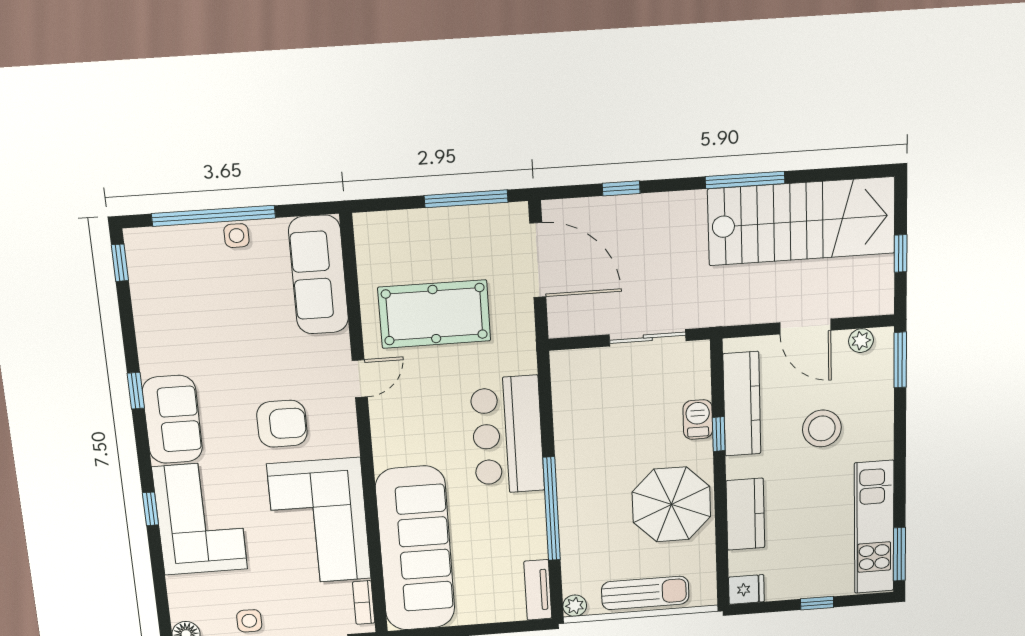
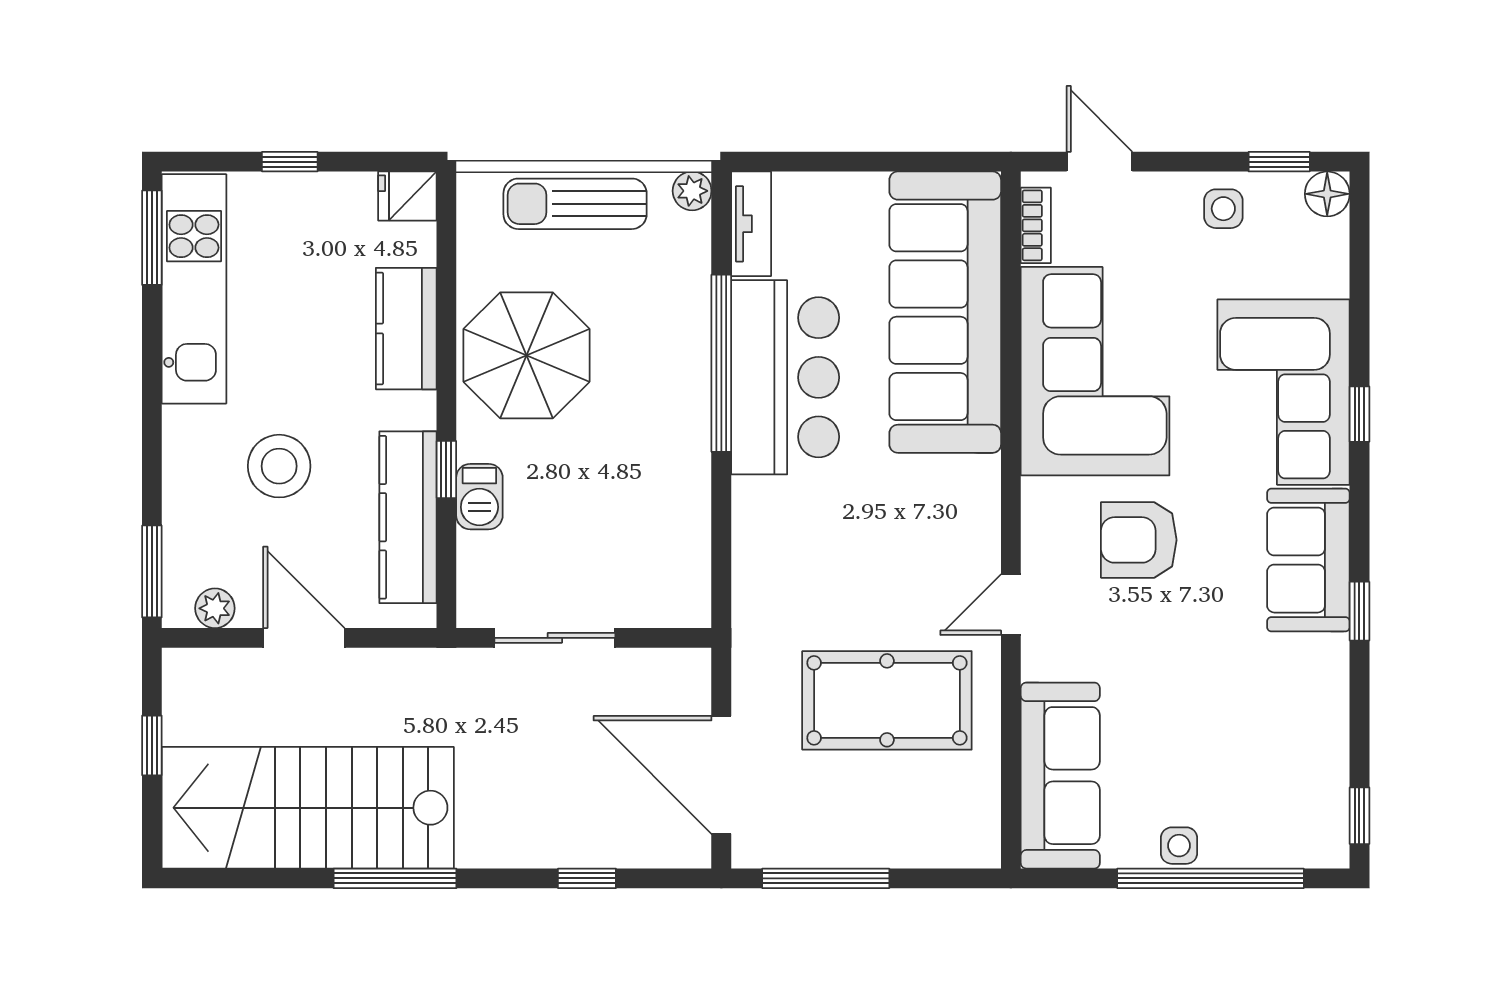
bar counter: (507, 435) -> (785, 377), moved

